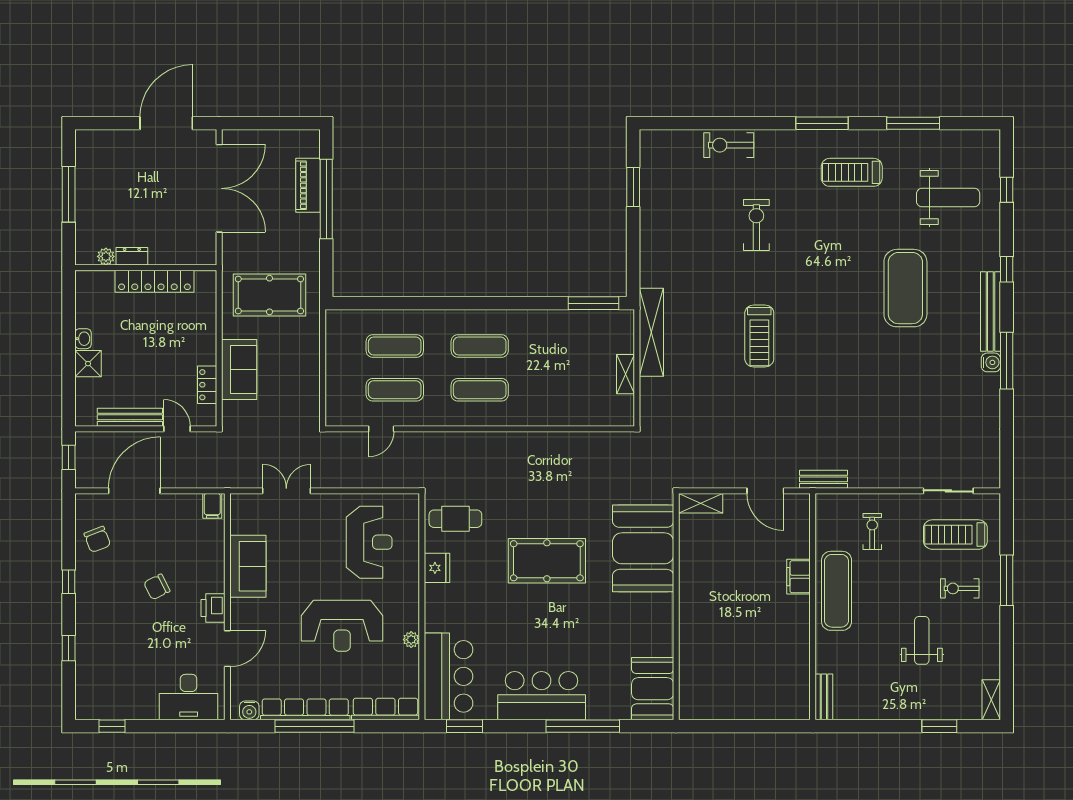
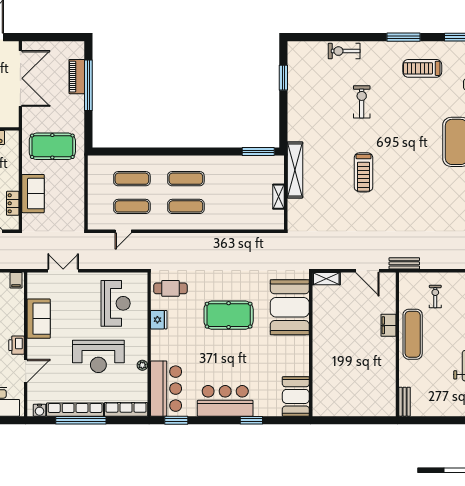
window: (583, 726) -> (251, 420), width x0.47

